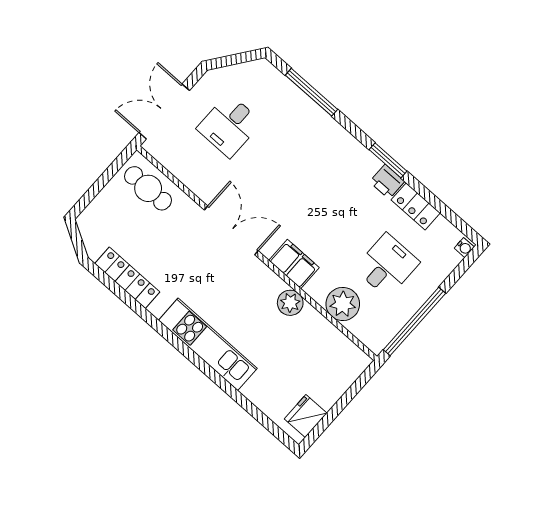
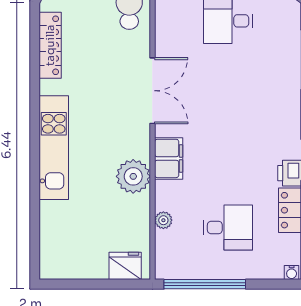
plant: (290, 303) -> (133, 176), width x1.36, depth x1.36
plant: (343, 304) -> (163, 220), width x0.53, depth x0.53
fridge: (306, 416) -> (125, 266), moved

